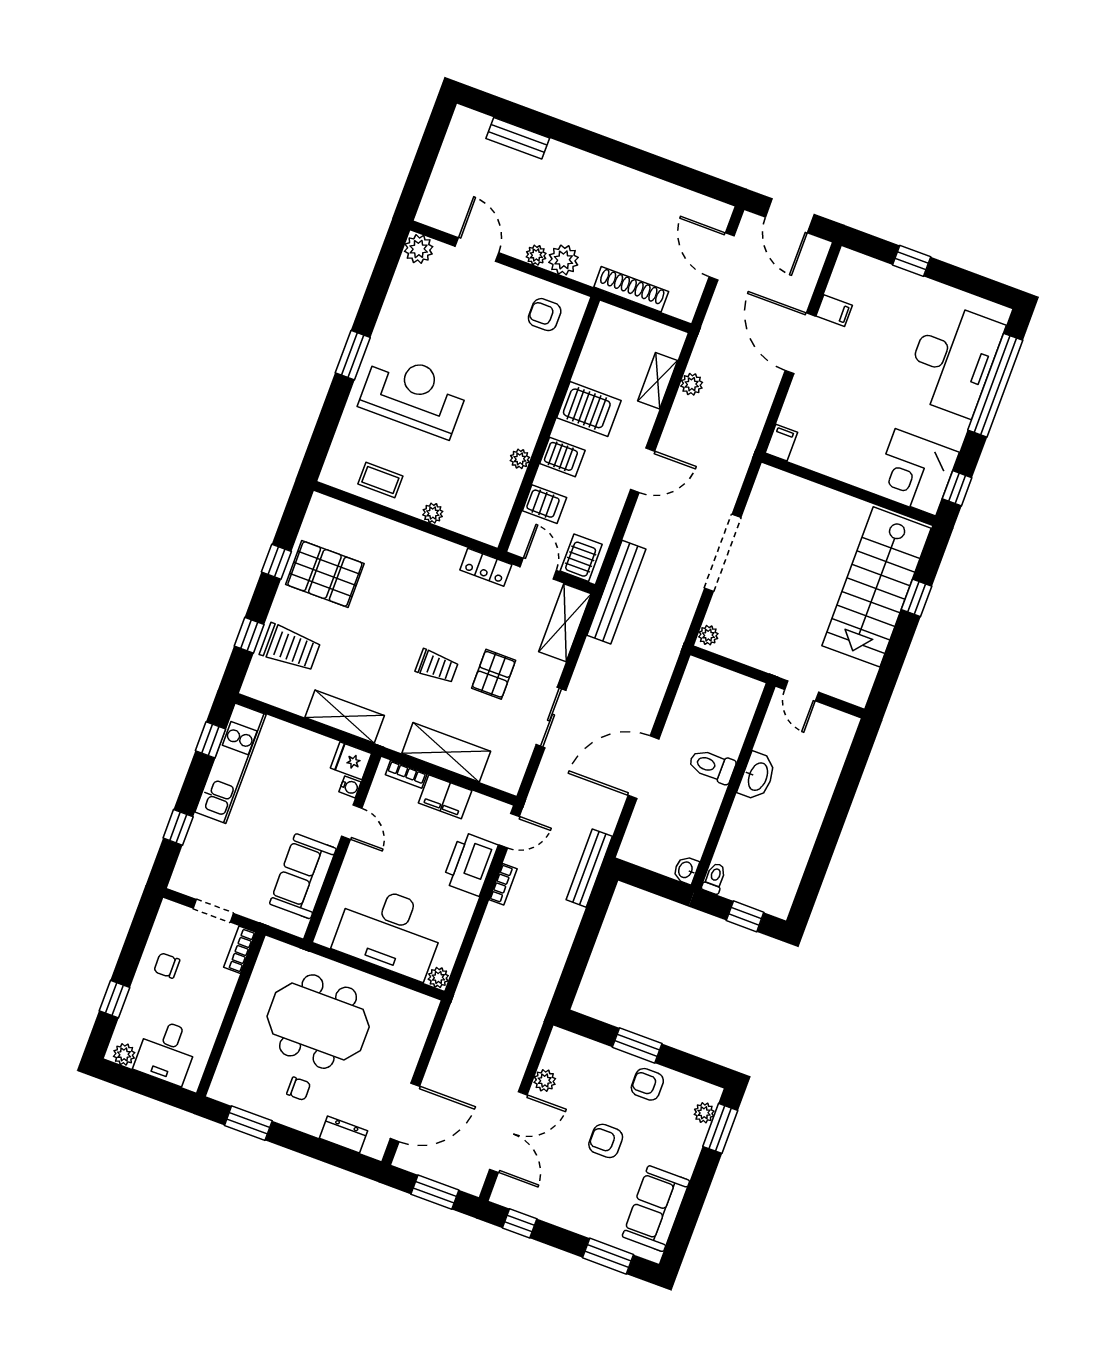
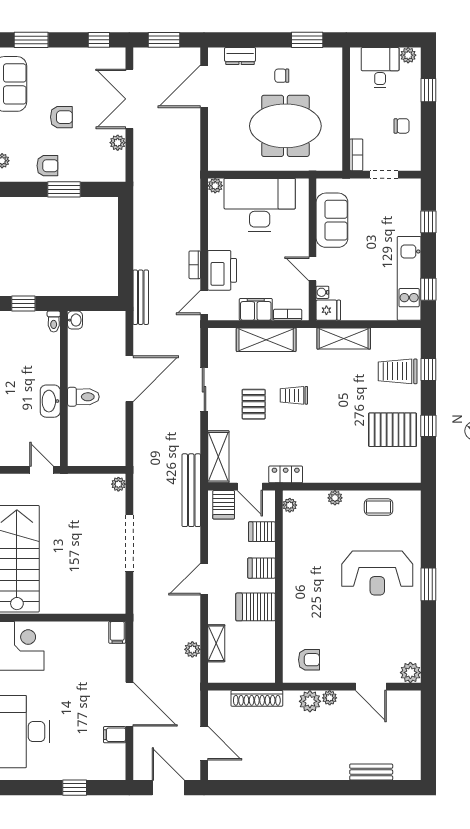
plant: (520, 459) -> (290, 505), moved

